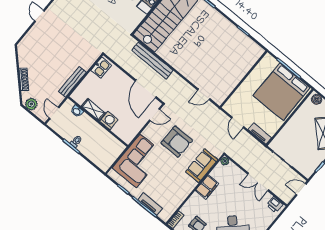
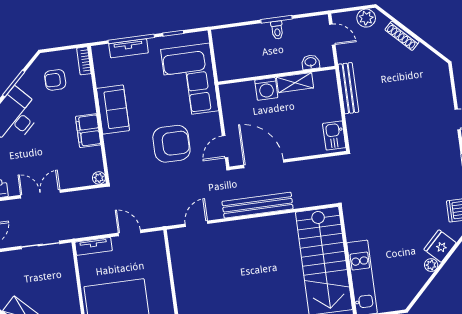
bench: (152, 61) -> (258, 205), moved
armchair: (177, 142) -> (171, 144), turned 180
sofa: (202, 166) -> (113, 110), moved

